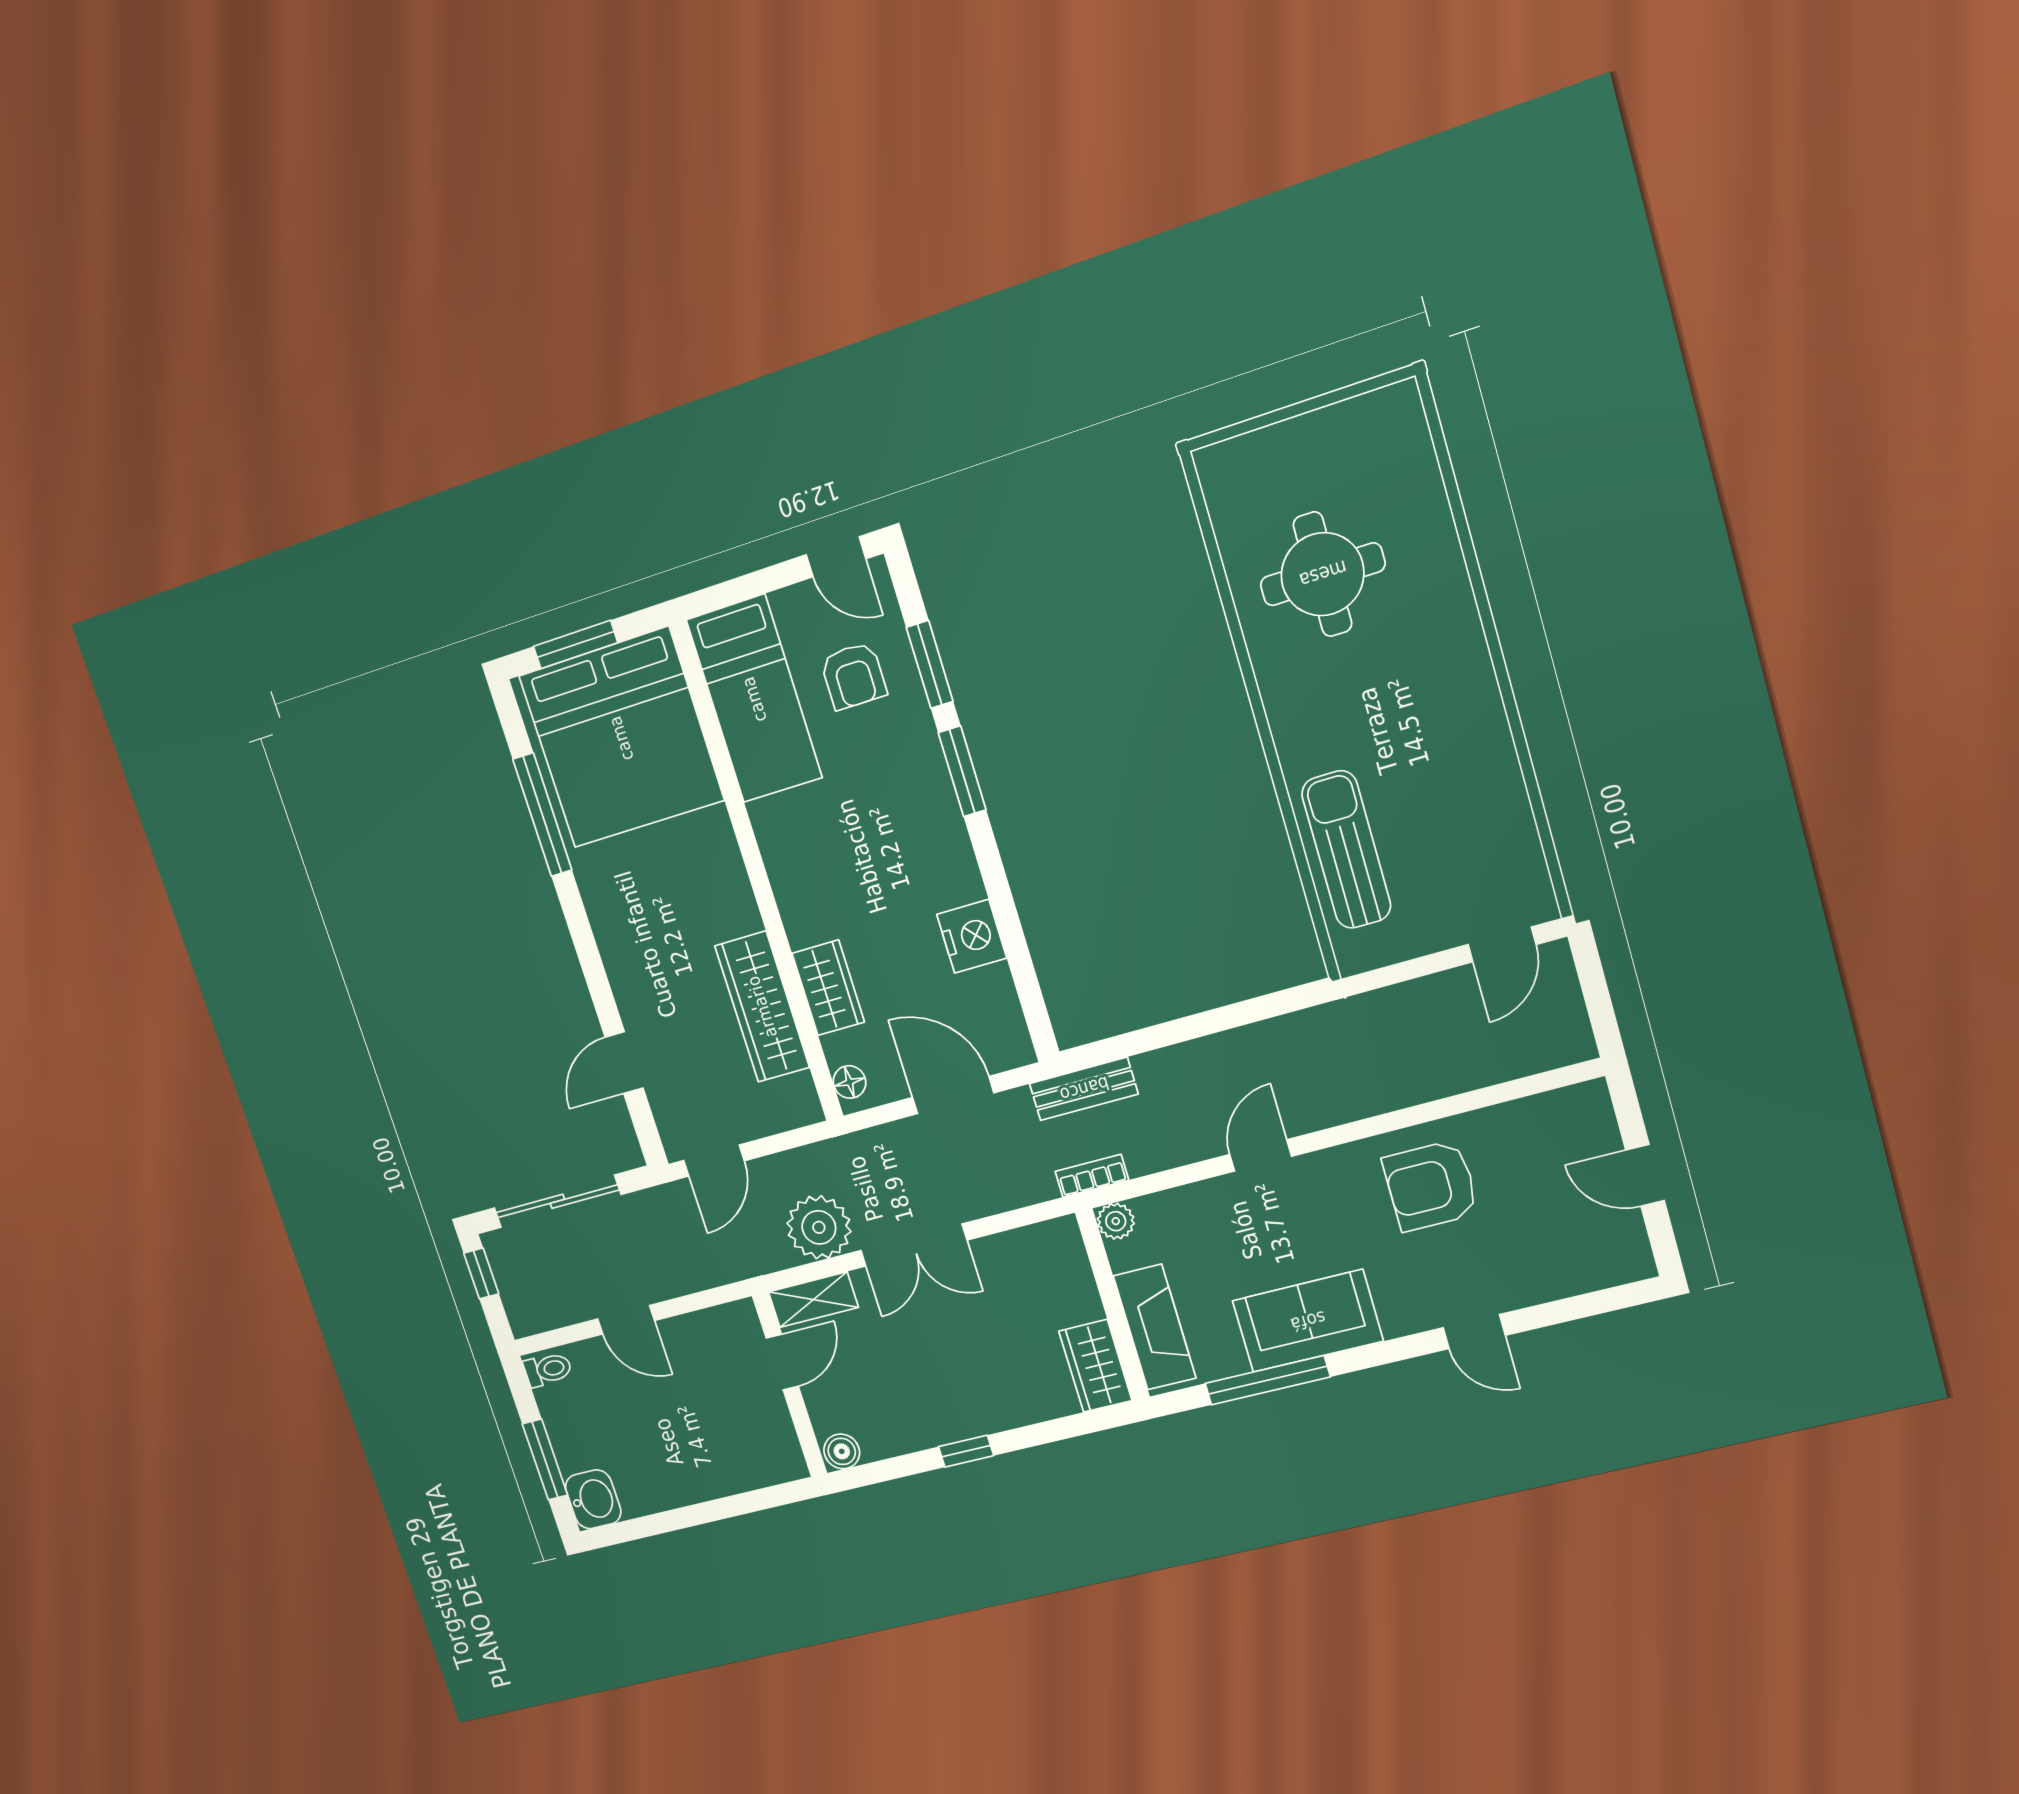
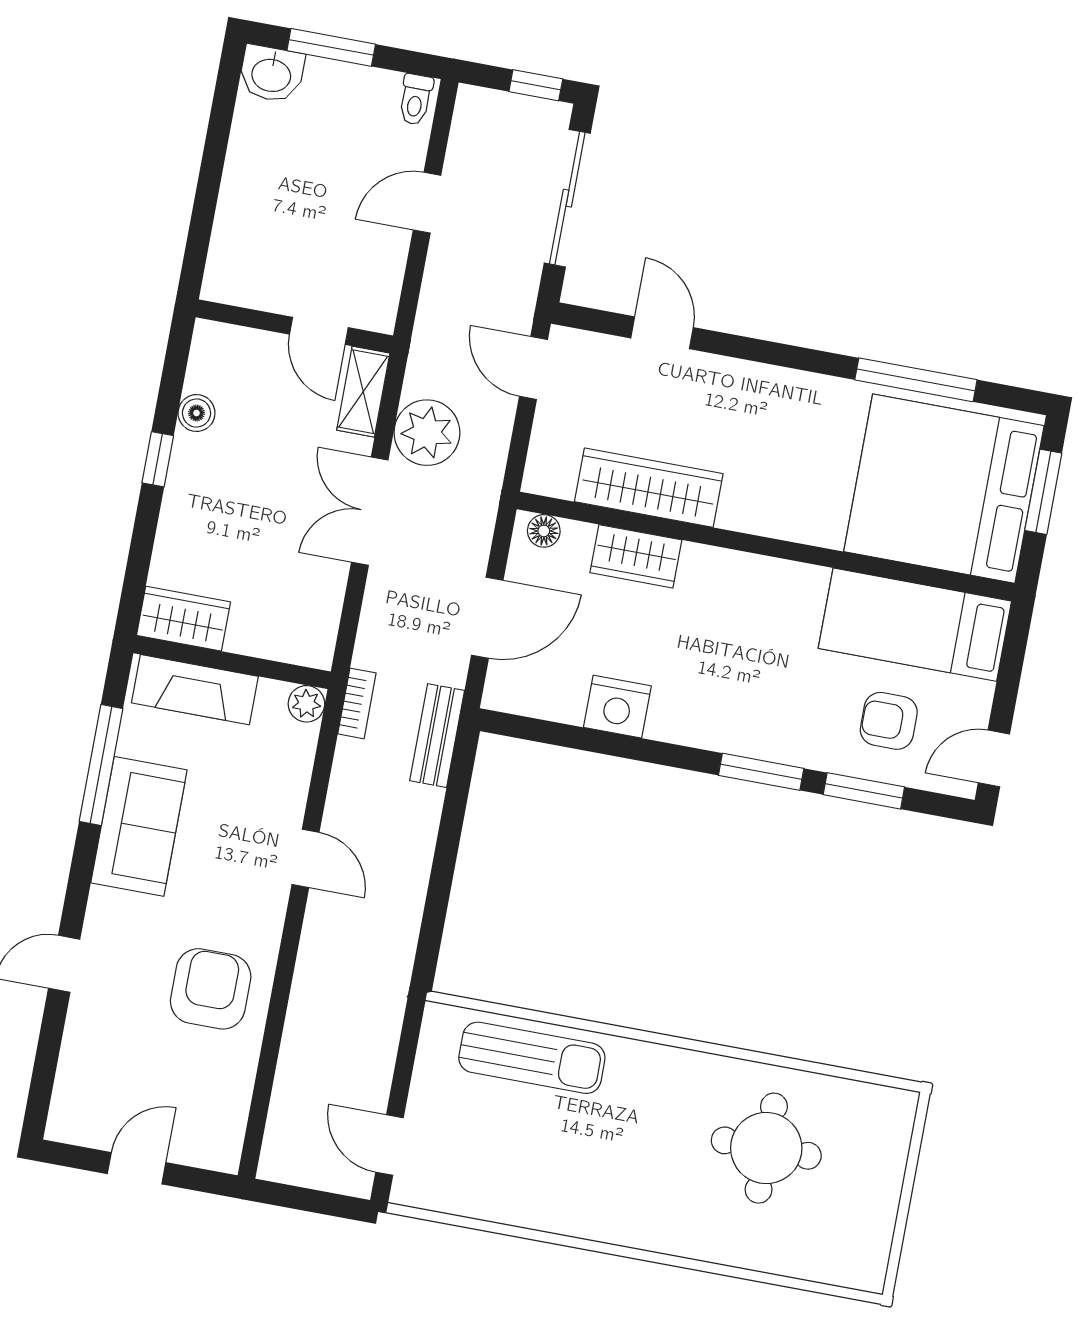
boiler: (842, 1451) -> (197, 413), moved

